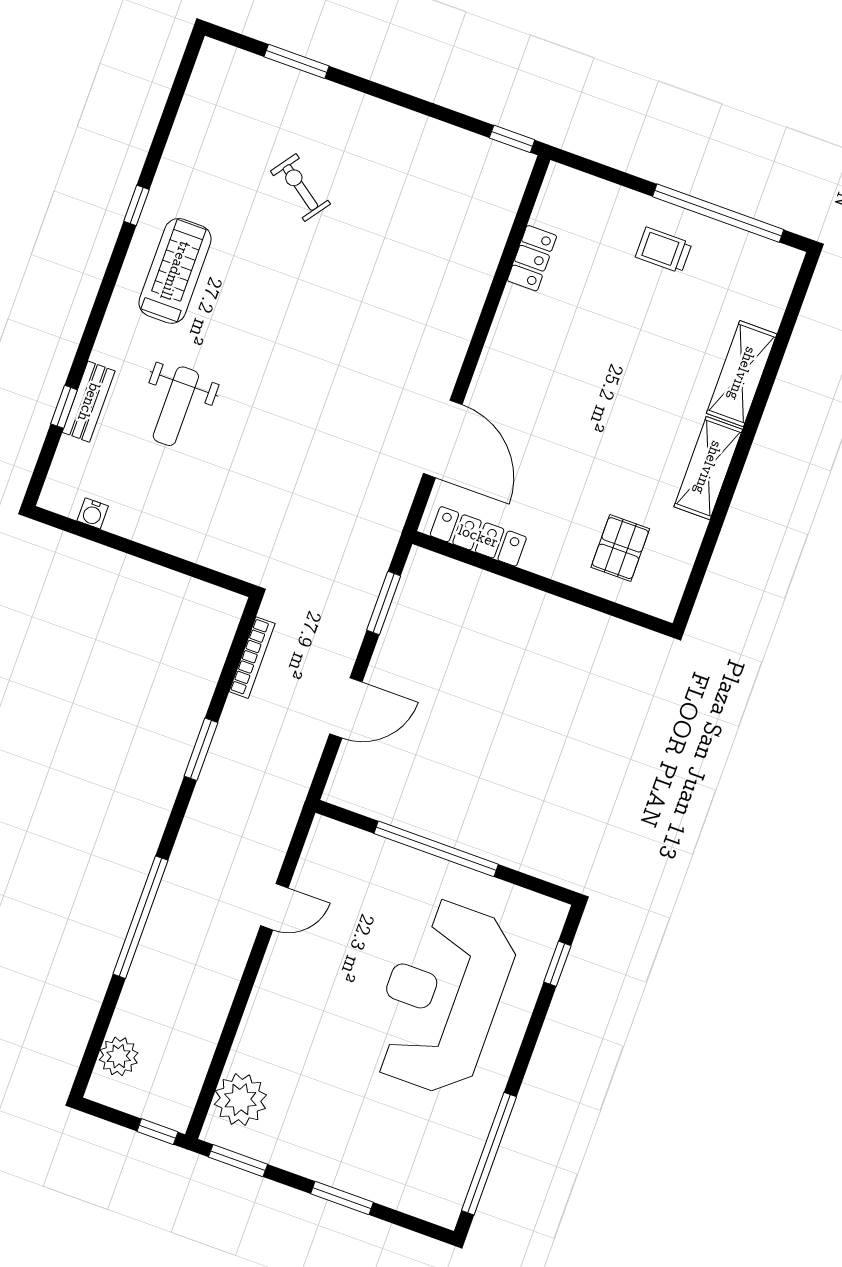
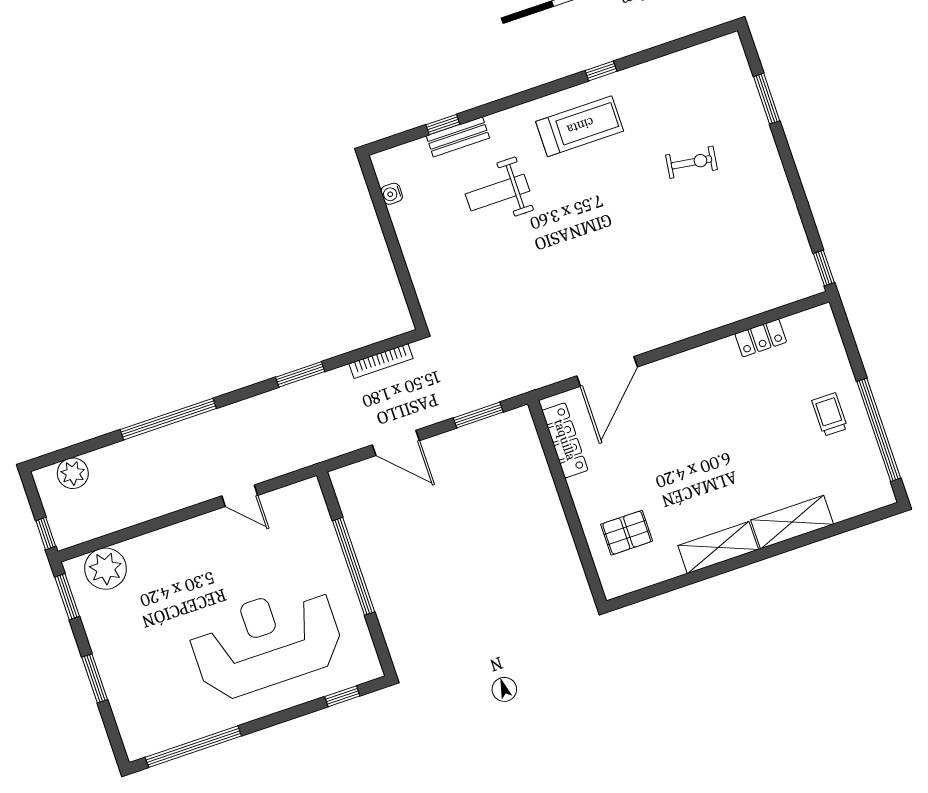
exercise bike: (300, 187) -> (691, 162), turned 62

